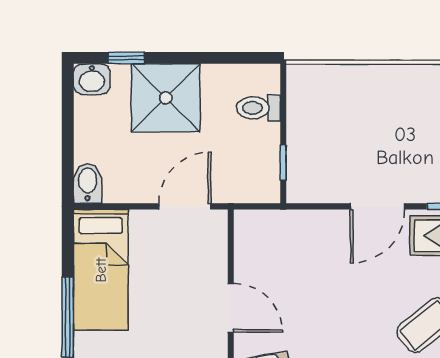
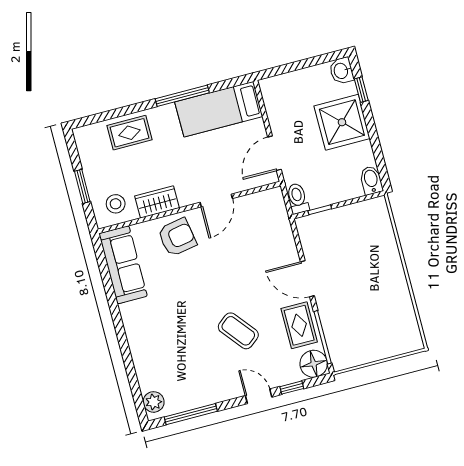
toilet: (259, 108) -> (298, 198), moved
bidet: (88, 183) -> (371, 180), moved, turned -90
door: (185, 206) -> (274, 153), swing flipped

